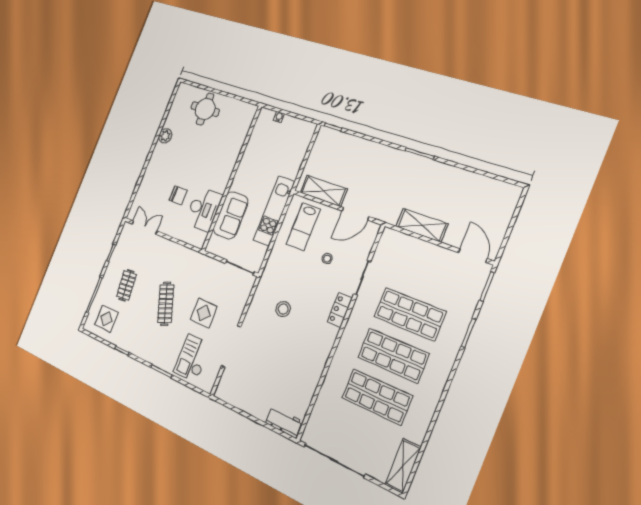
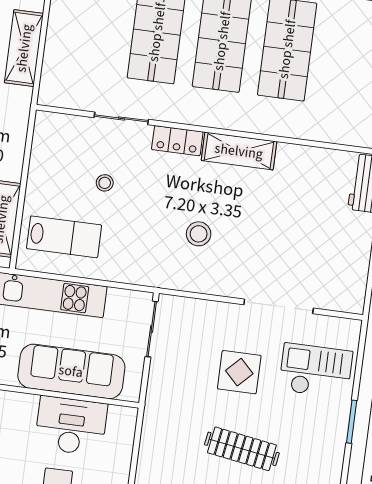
door: (356, 214) -> (27, 156), removed
sofa: (231, 215) -> (71, 371), width x1.36
clothes rail: (166, 304) -> (242, 449), turned 30
shelving: (323, 347) -> (239, 151), added
checkout: (192, 358) -> (316, 371), turned 180

